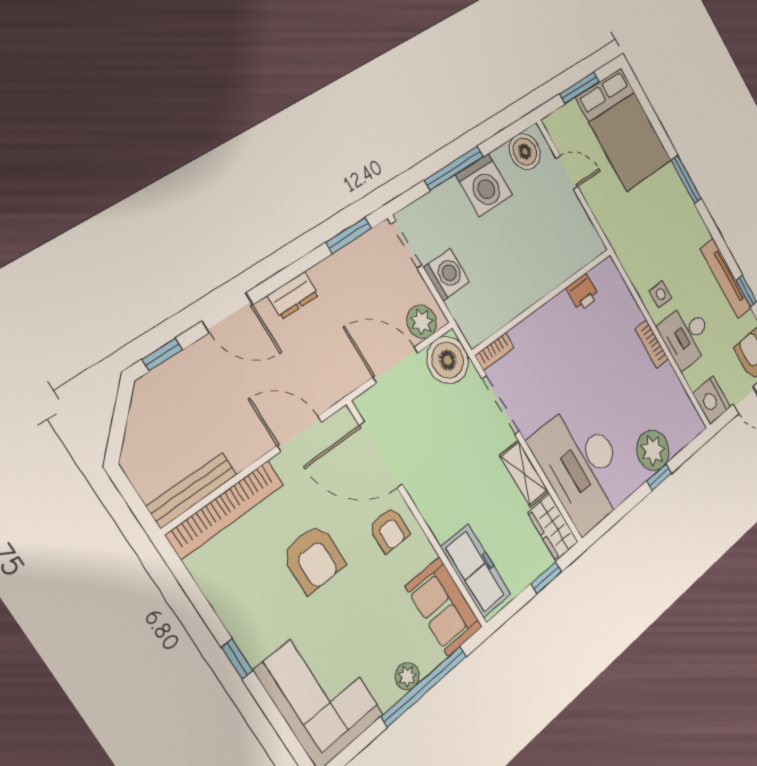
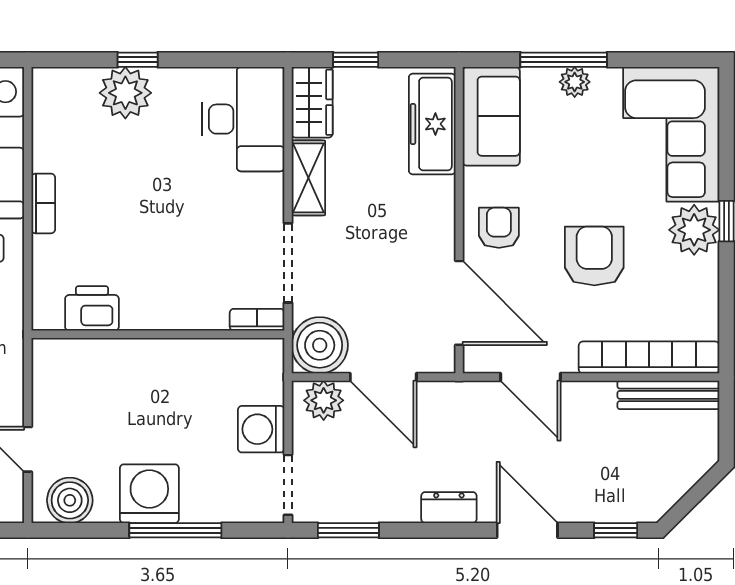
printer: (583, 293) -> (92, 308), width x1.36, depth x1.24
desk: (582, 466) -> (243, 119), width x0.73, depth x0.77
plant: (256, 634) -> (694, 230), added
window: (424, 686) -> (564, 60), width x0.68

